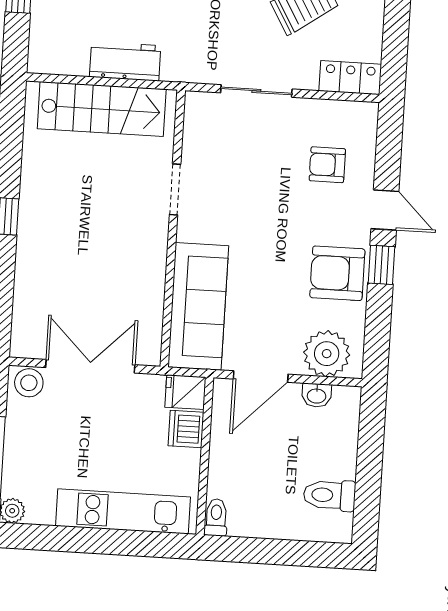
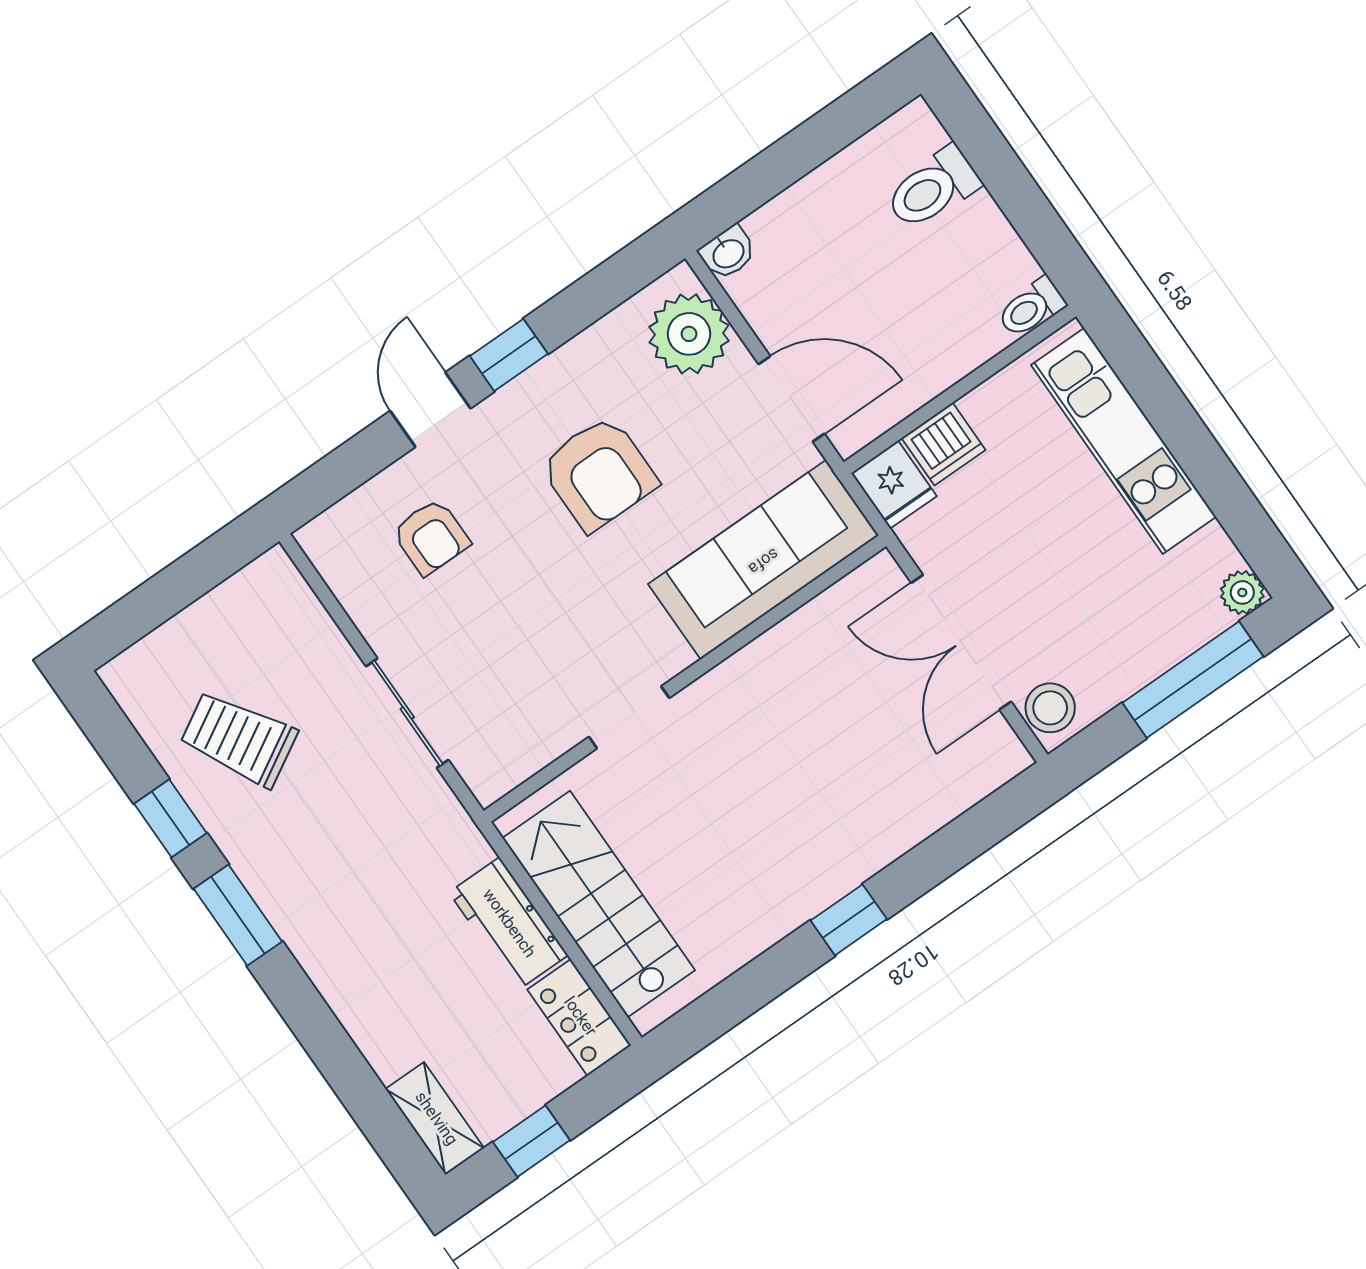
locker: (350, 78) -> (579, 1017), moved
armchair: (337, 273) -> (599, 473), moved
washbasin: (317, 395) -> (728, 253), moved, turned 90
toilet: (329, 495) -> (933, 188), moved, turned 90

